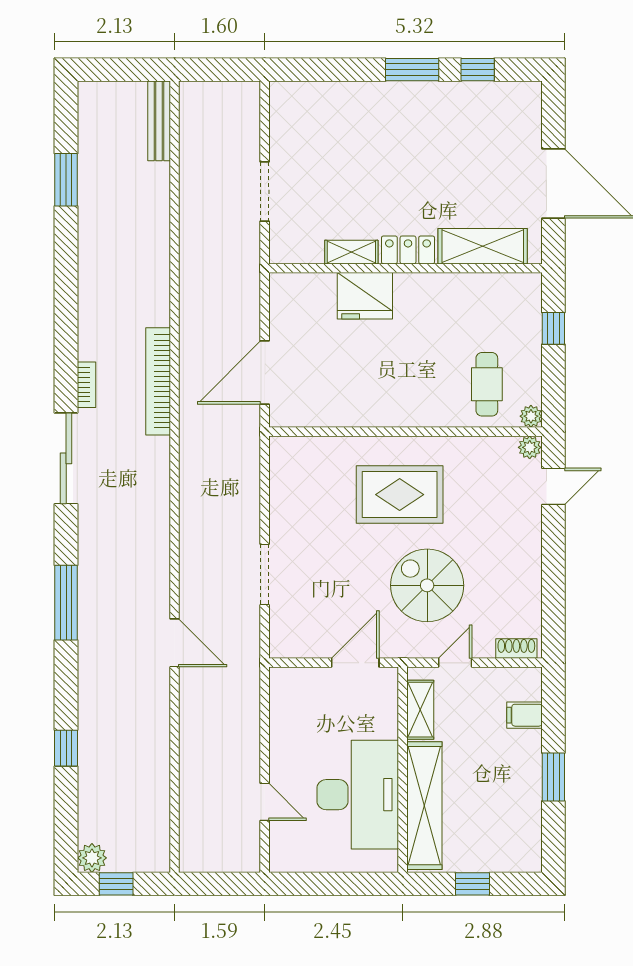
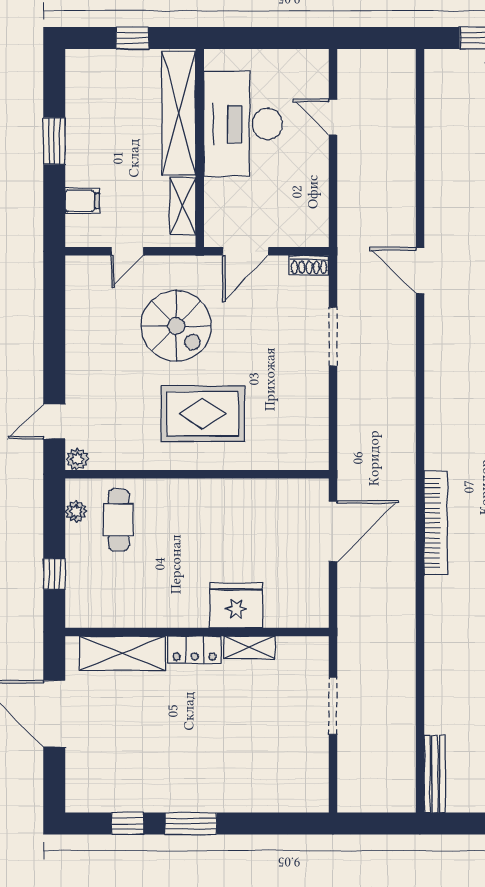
plant: (531, 416) -> (76, 512), moved
shoe rack: (516, 649) -> (309, 265), moved
door: (455, 663) -> (127, 251), moved

